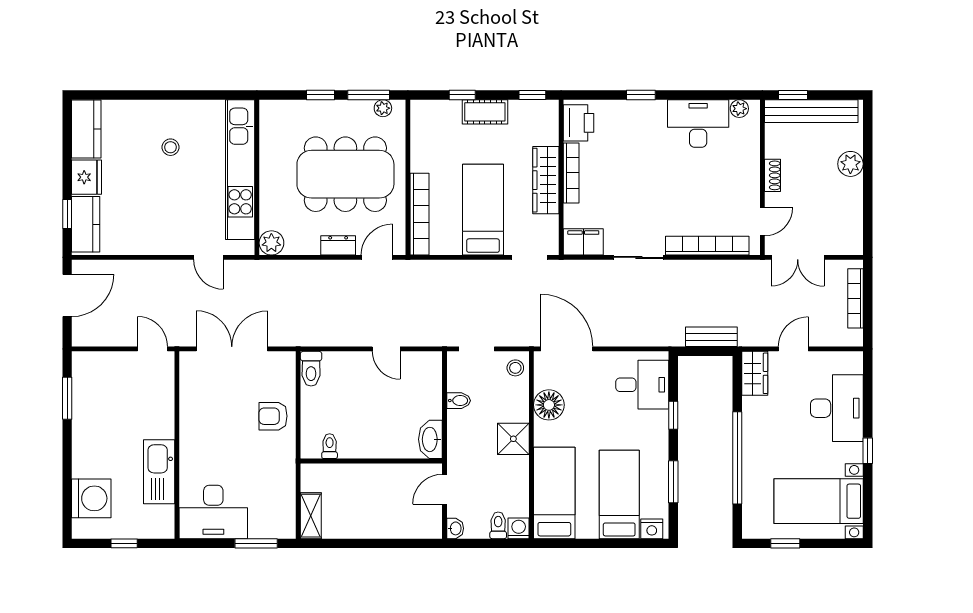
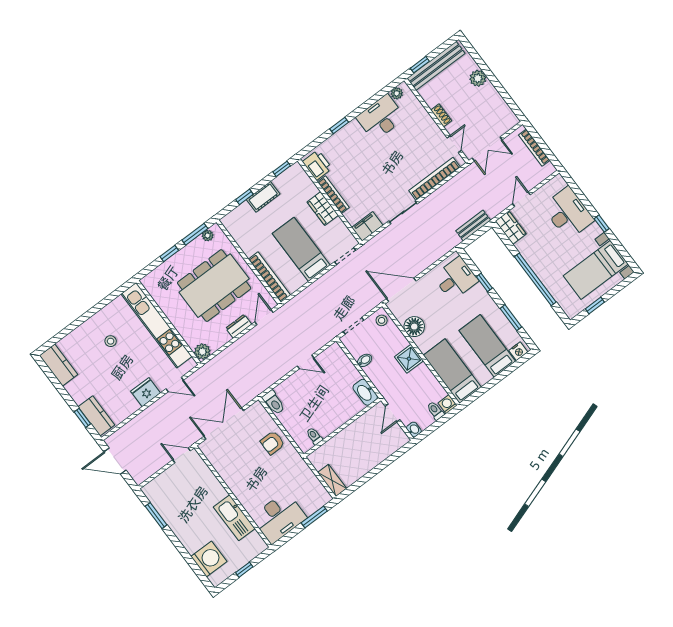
fridge: (87, 177) -> (146, 392), moved, turned -90
wardrobe: (546, 180) -> (323, 209), width x0.67
door: (67, 295) -> (115, 461), swing flipped

